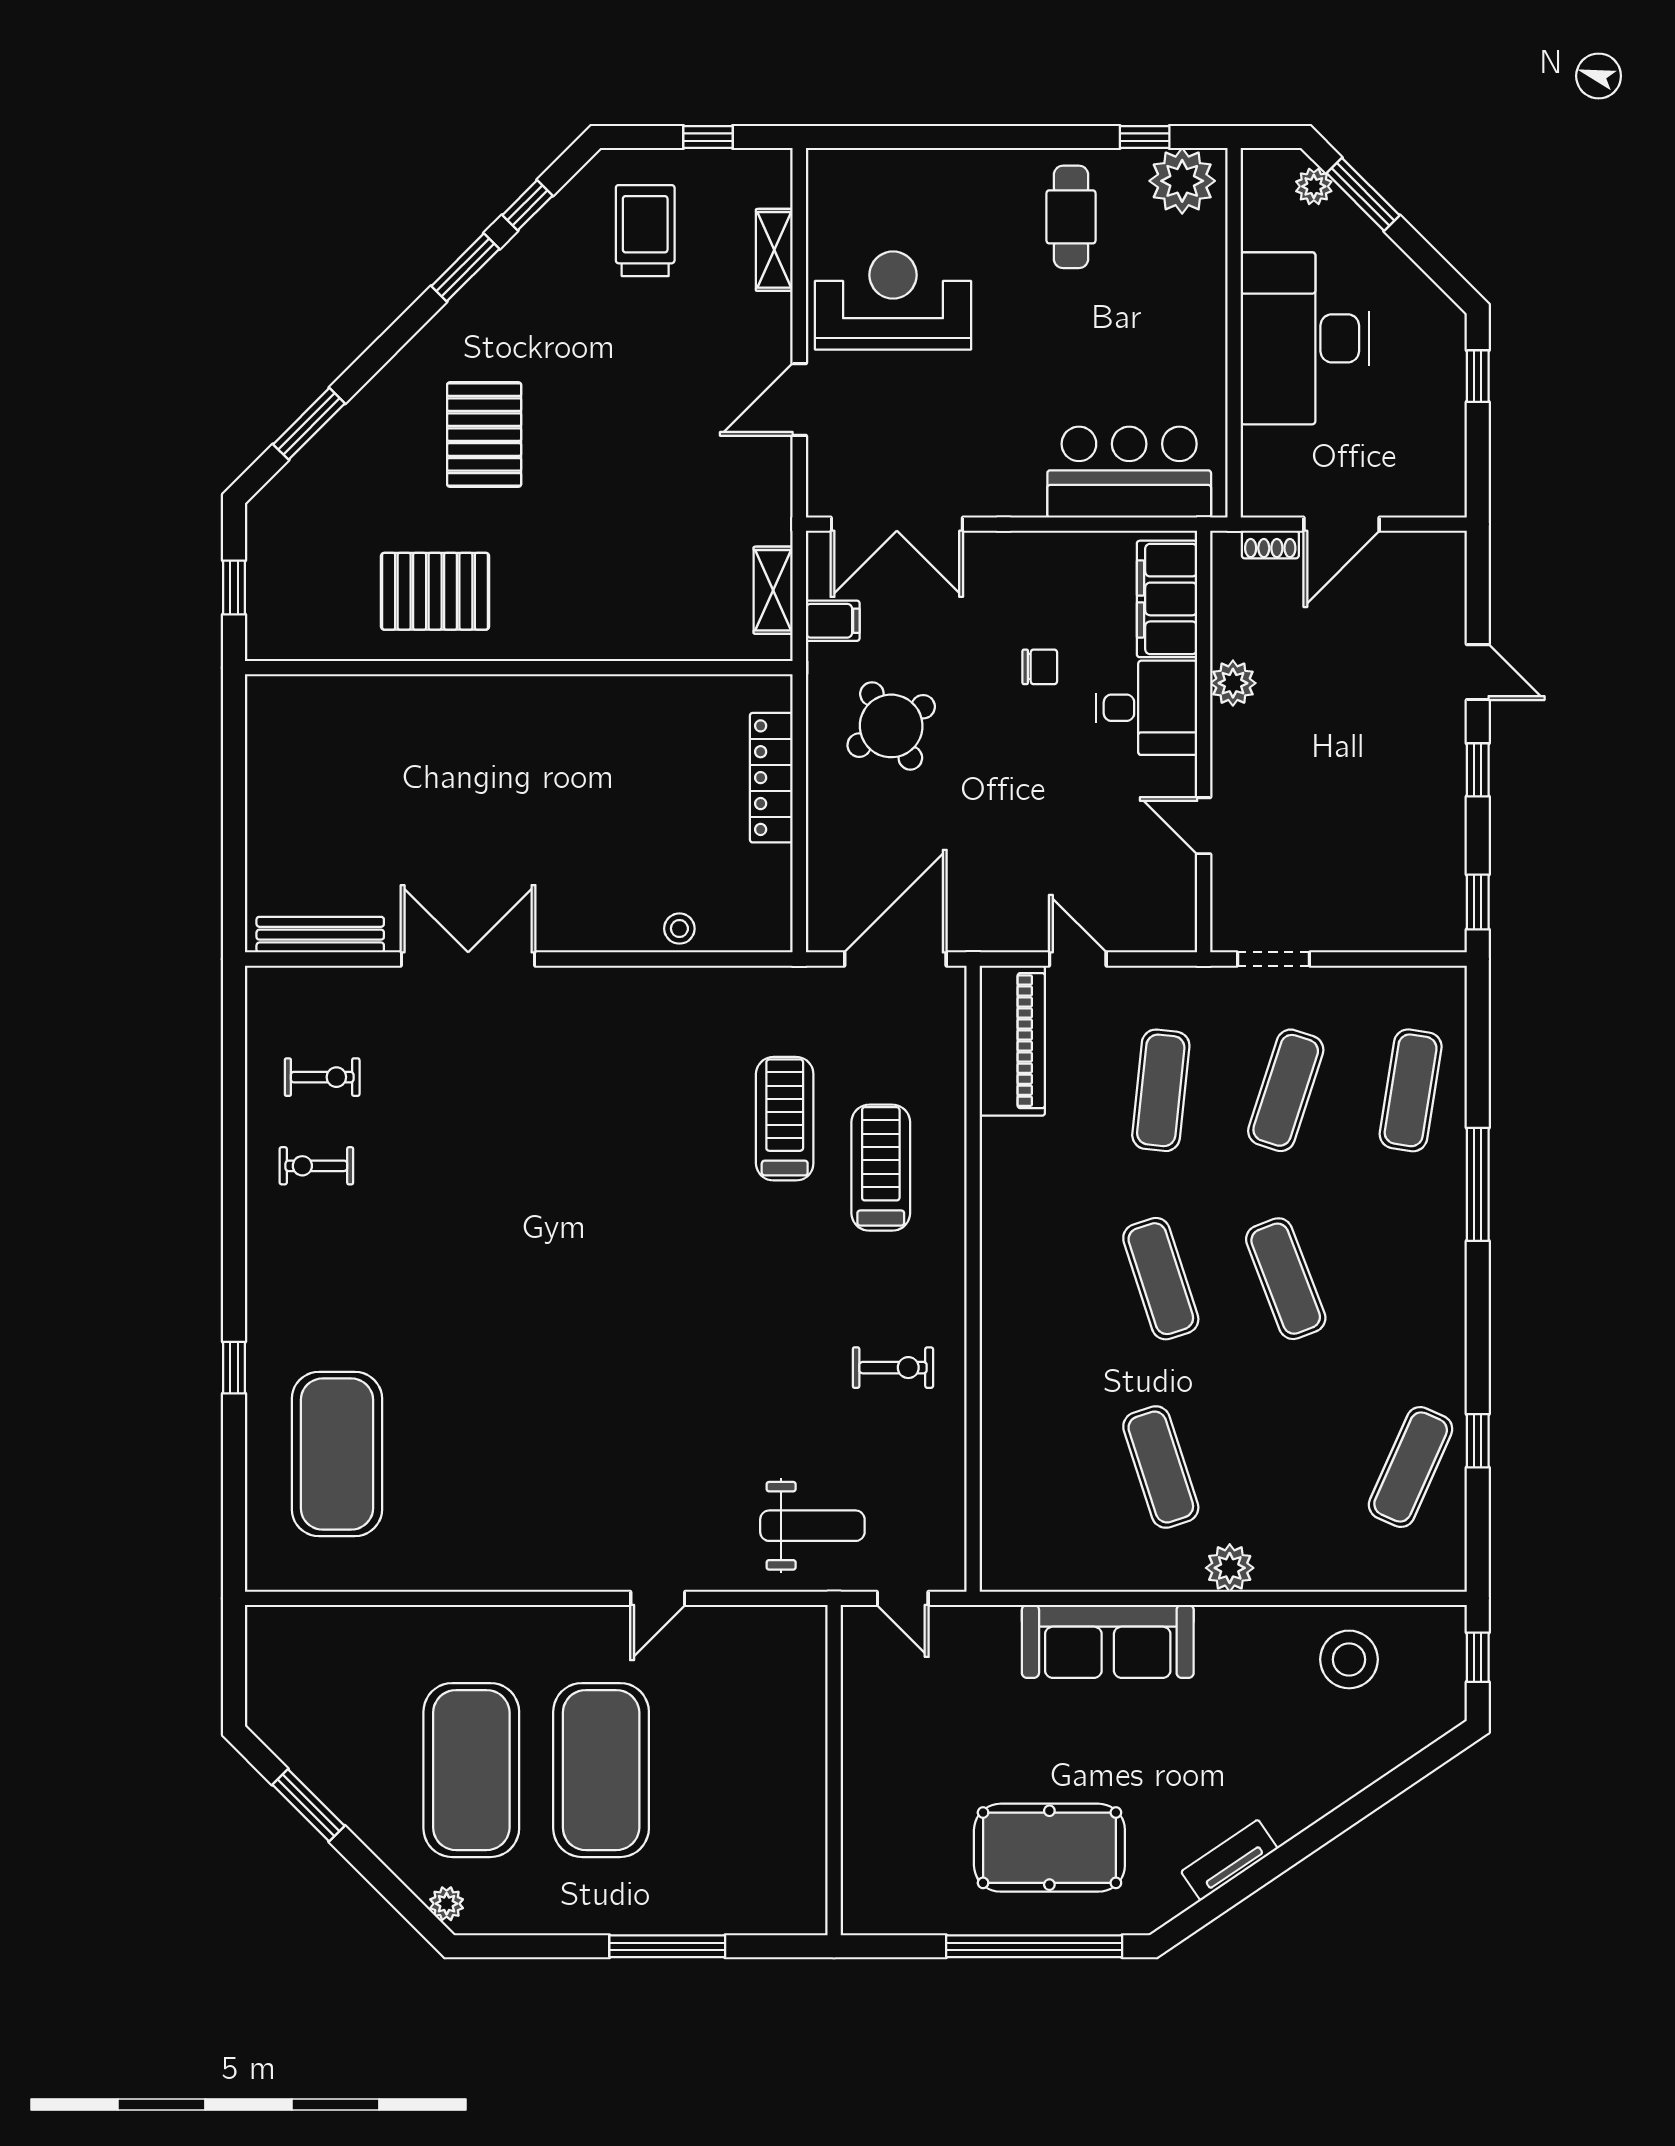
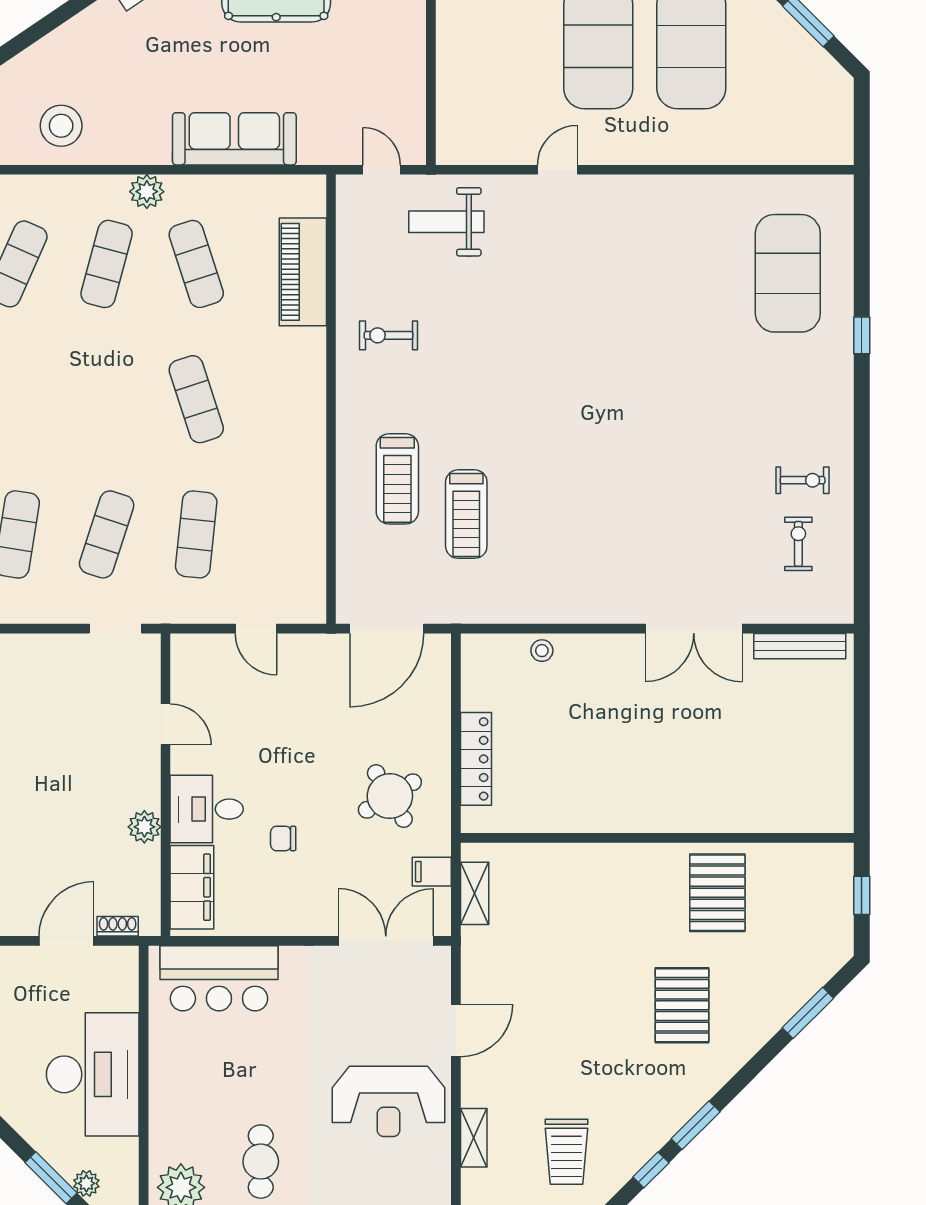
pallet: (435, 591) -> (717, 893), turned 90
piano: (1012, 1041) -> (303, 272), moved
exercise bike: (322, 1077) -> (798, 544), turned 90
exercise mat: (1286, 1279) -> (107, 264), moved, turned 36

